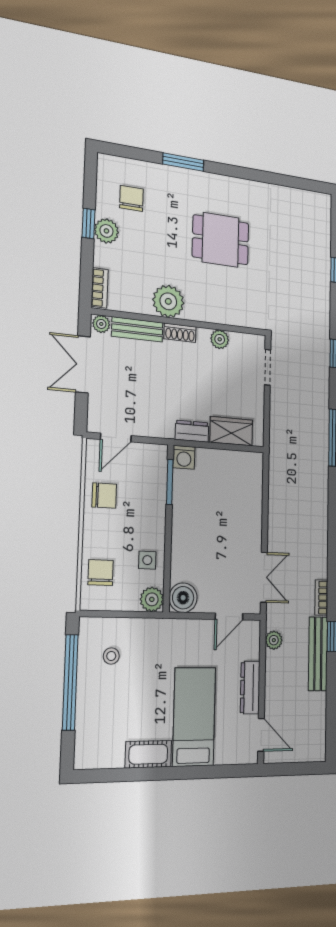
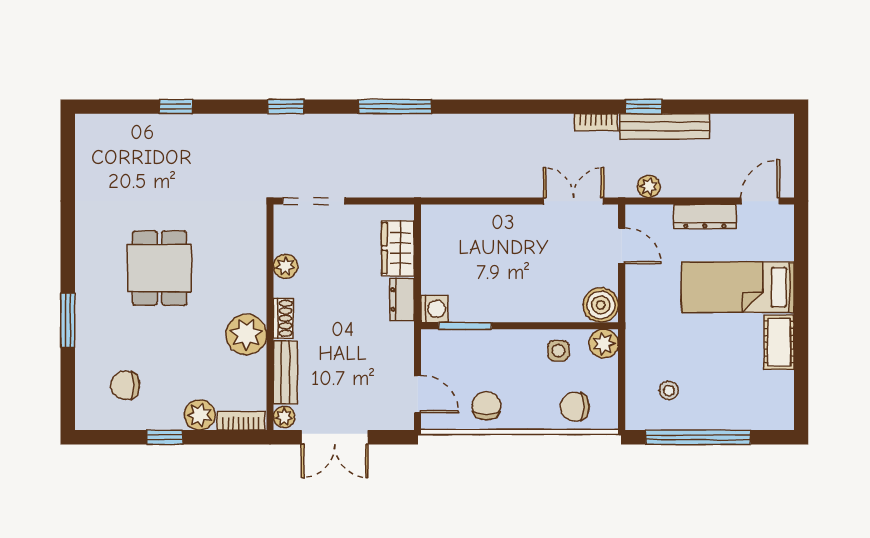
plant: (106, 231) -> (200, 415), moved
doorway: (268, 367) -> (314, 201), width x1.38

